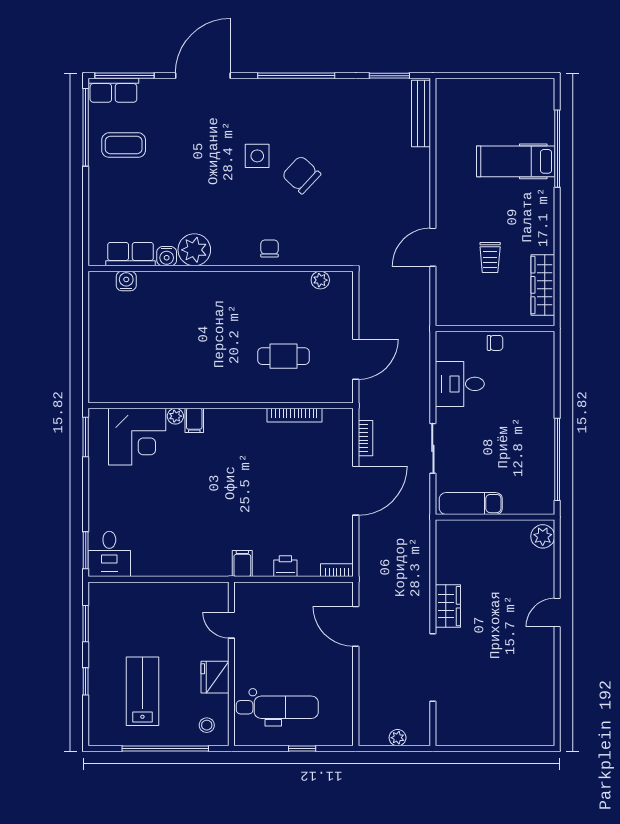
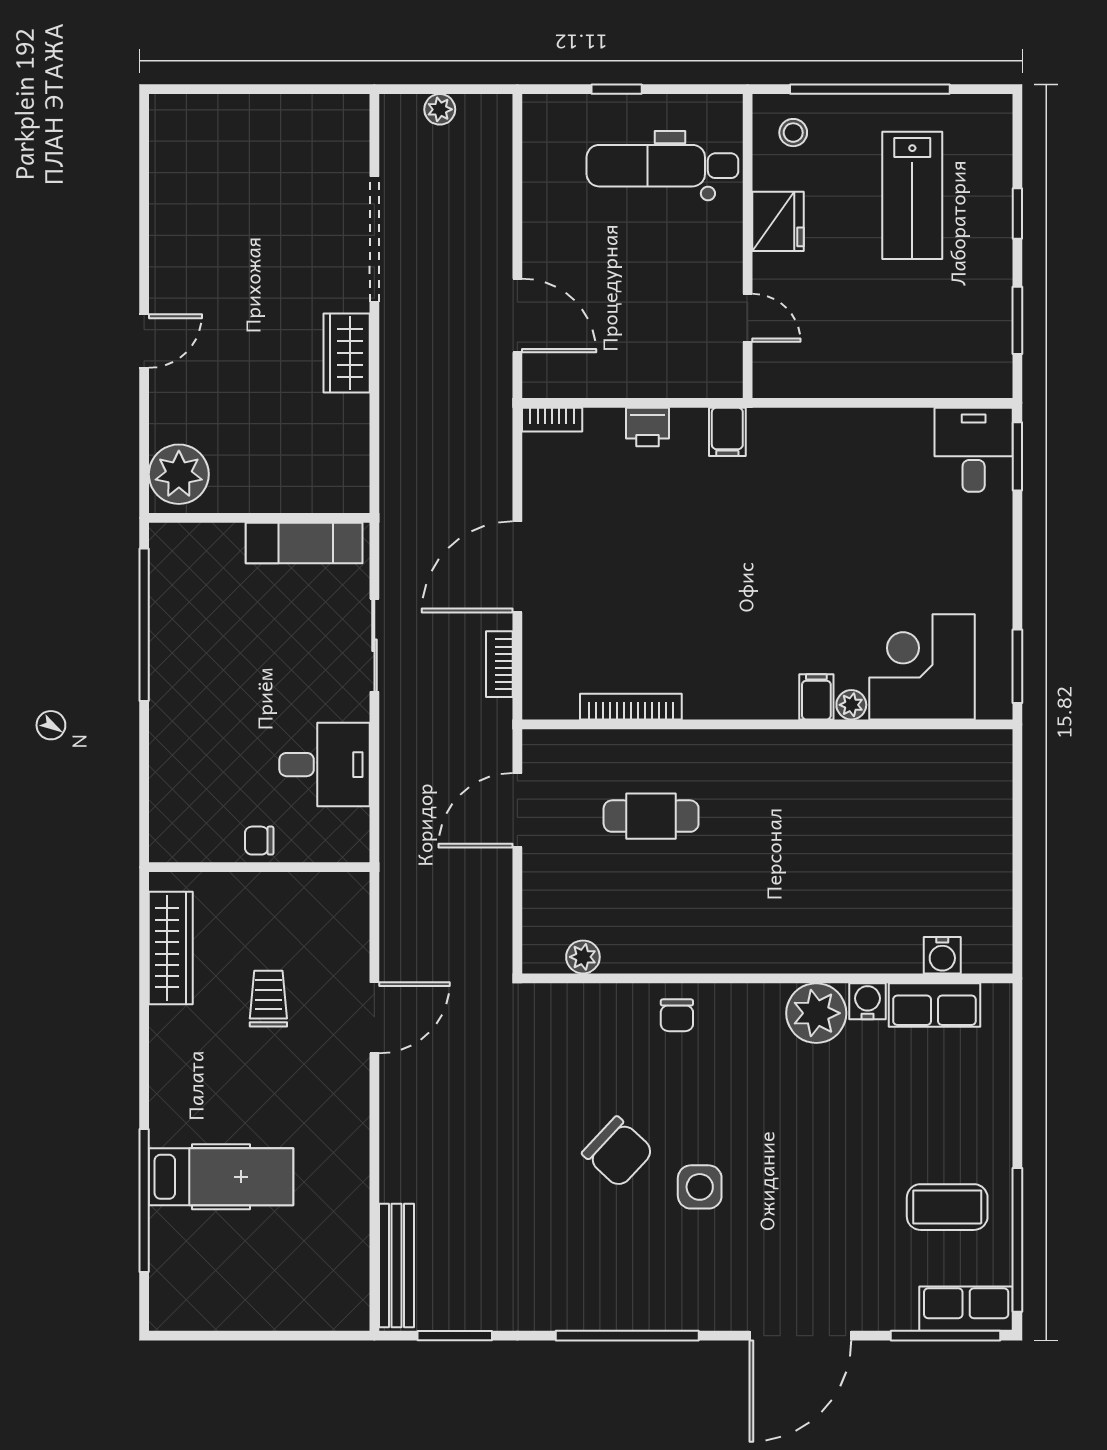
plant: (543, 536) -> (179, 474), width x1.36, depth x1.36

